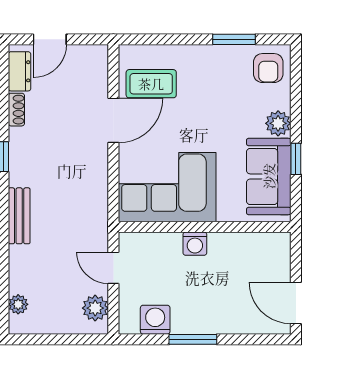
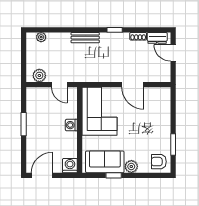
coffee table: (151, 84) -> (151, 103), removed
door: (113, 268) -> (59, 85), swing flipped
washing machine: (155, 320) -> (70, 166), moved, turned -90

